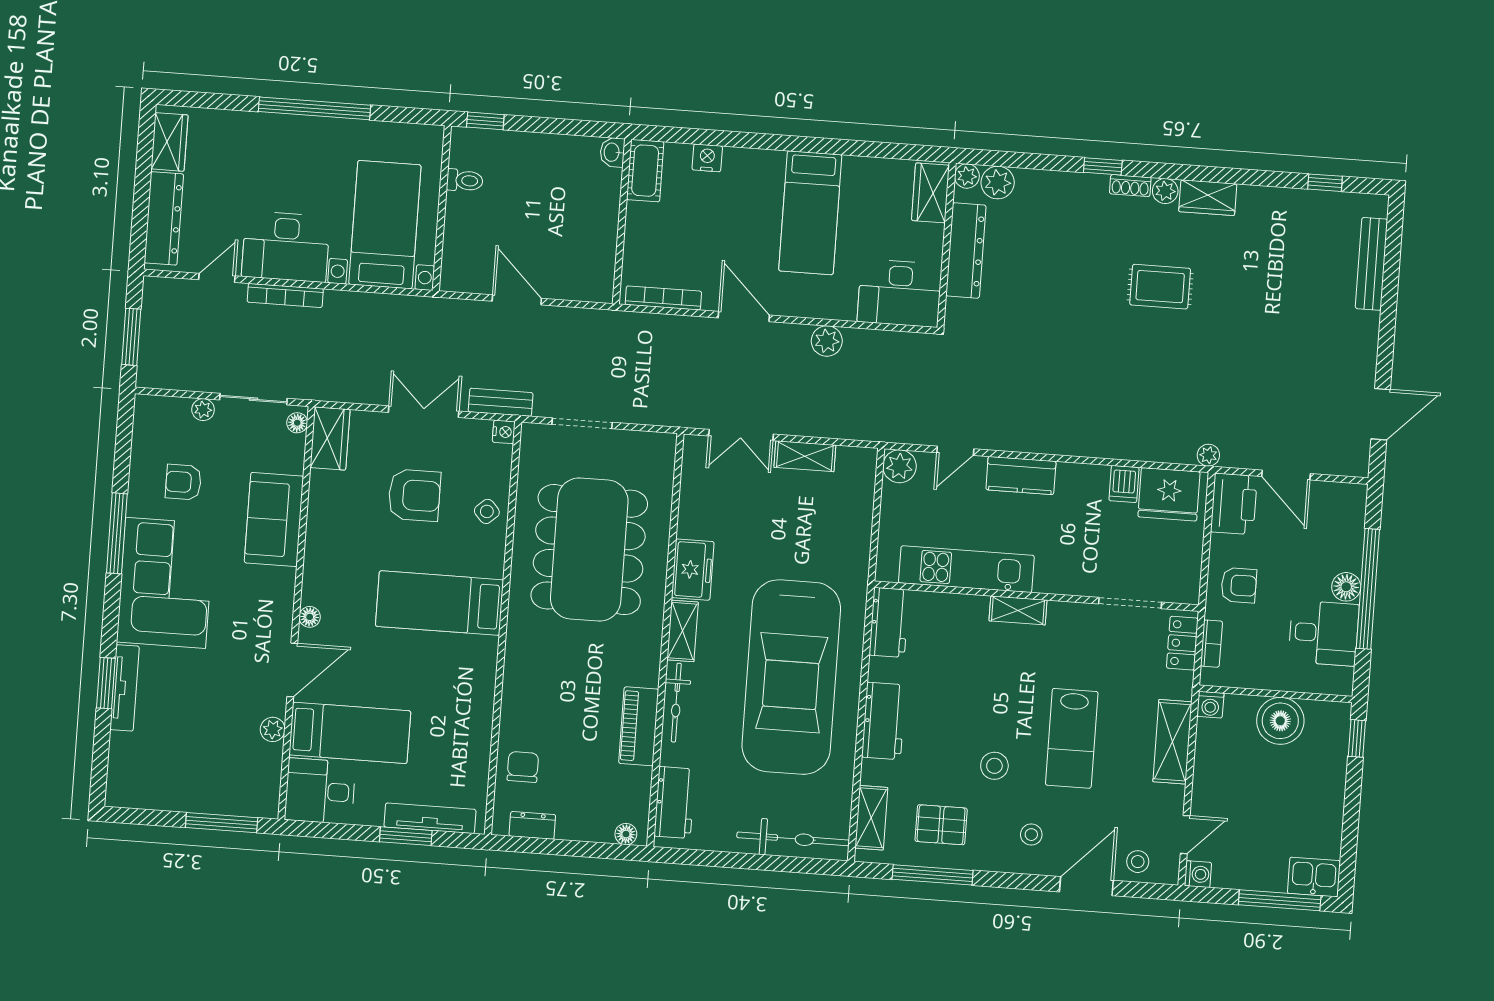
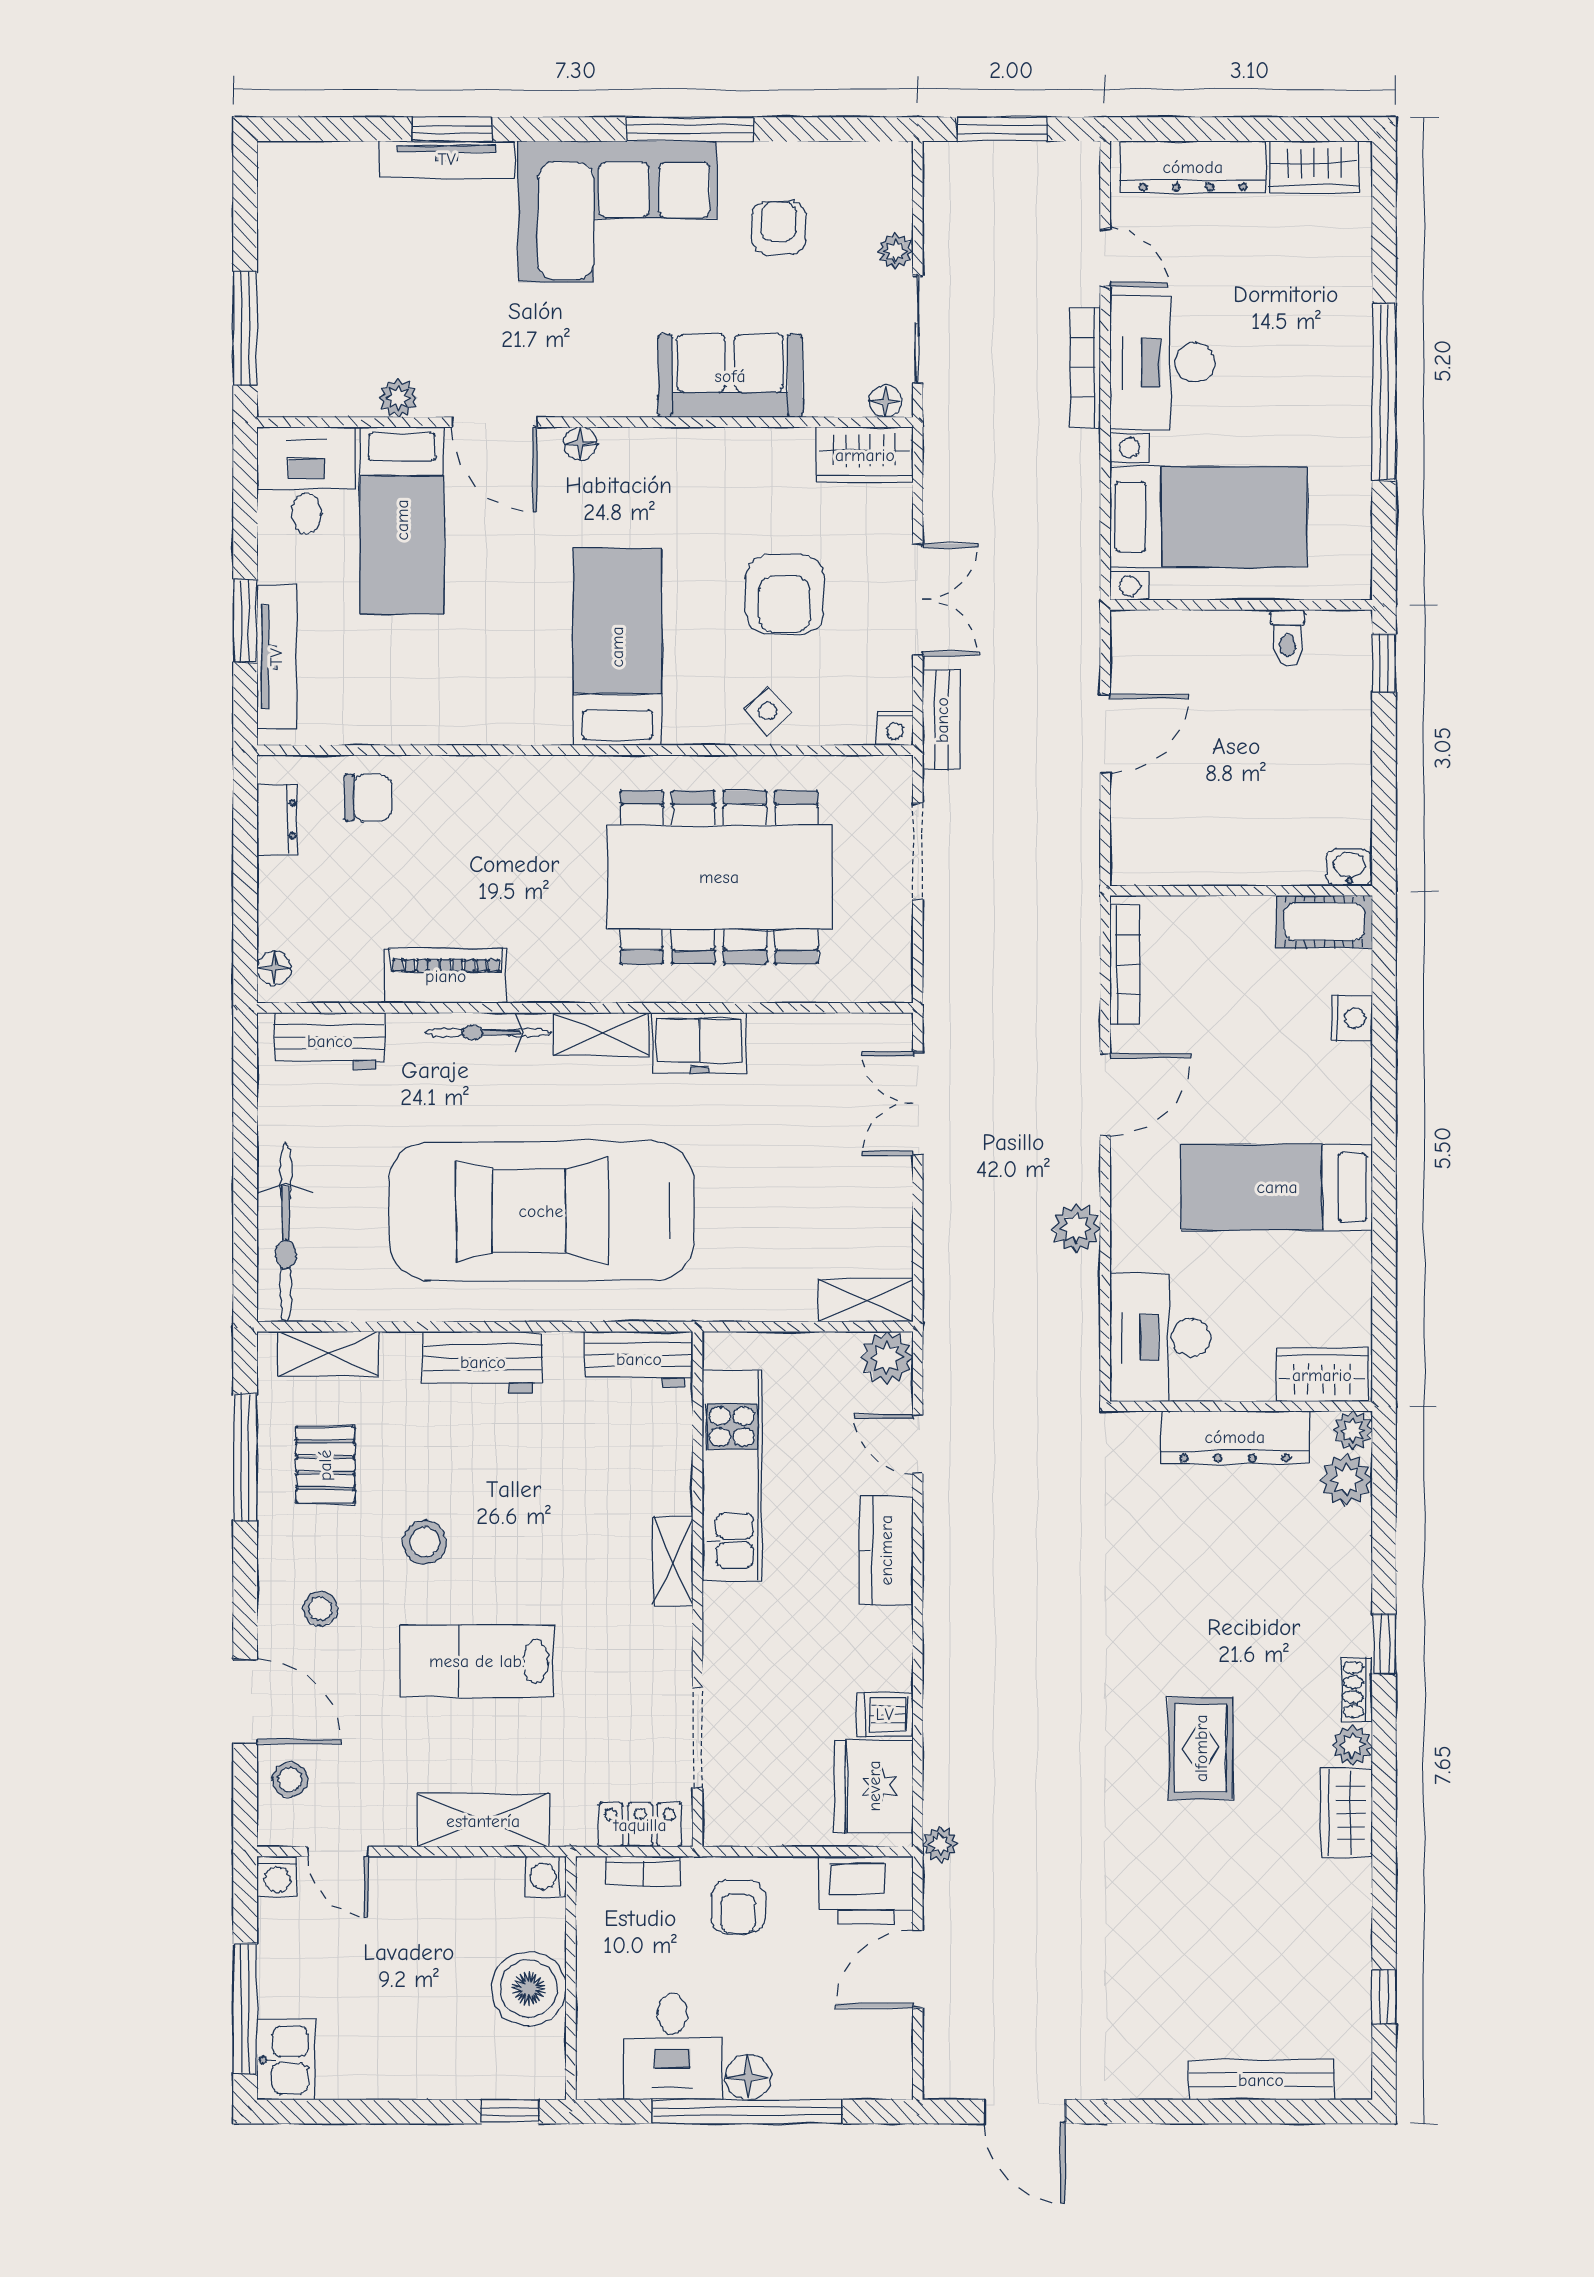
shelving: (805, 456) -> (866, 1301), moved, turned 90

